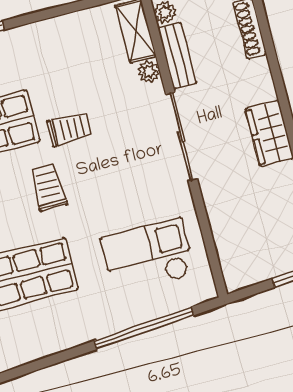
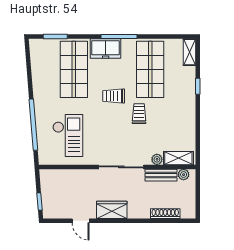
trolley: (69, 129) -> (139, 114), turned 180
trolley: (48, 187) -> (114, 96), turned 180

